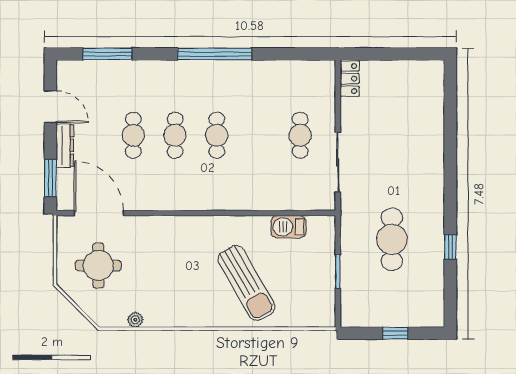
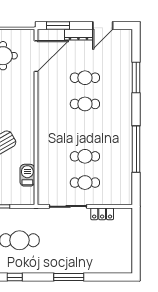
window: (108, 54) -> (136, 78), moved
window: (215, 54) -> (136, 149), moved
locker: (350, 79) -> (102, 214), moved
cafe table: (217, 135) -> (85, 156), moved
window: (450, 161) -> (69, 277), added

